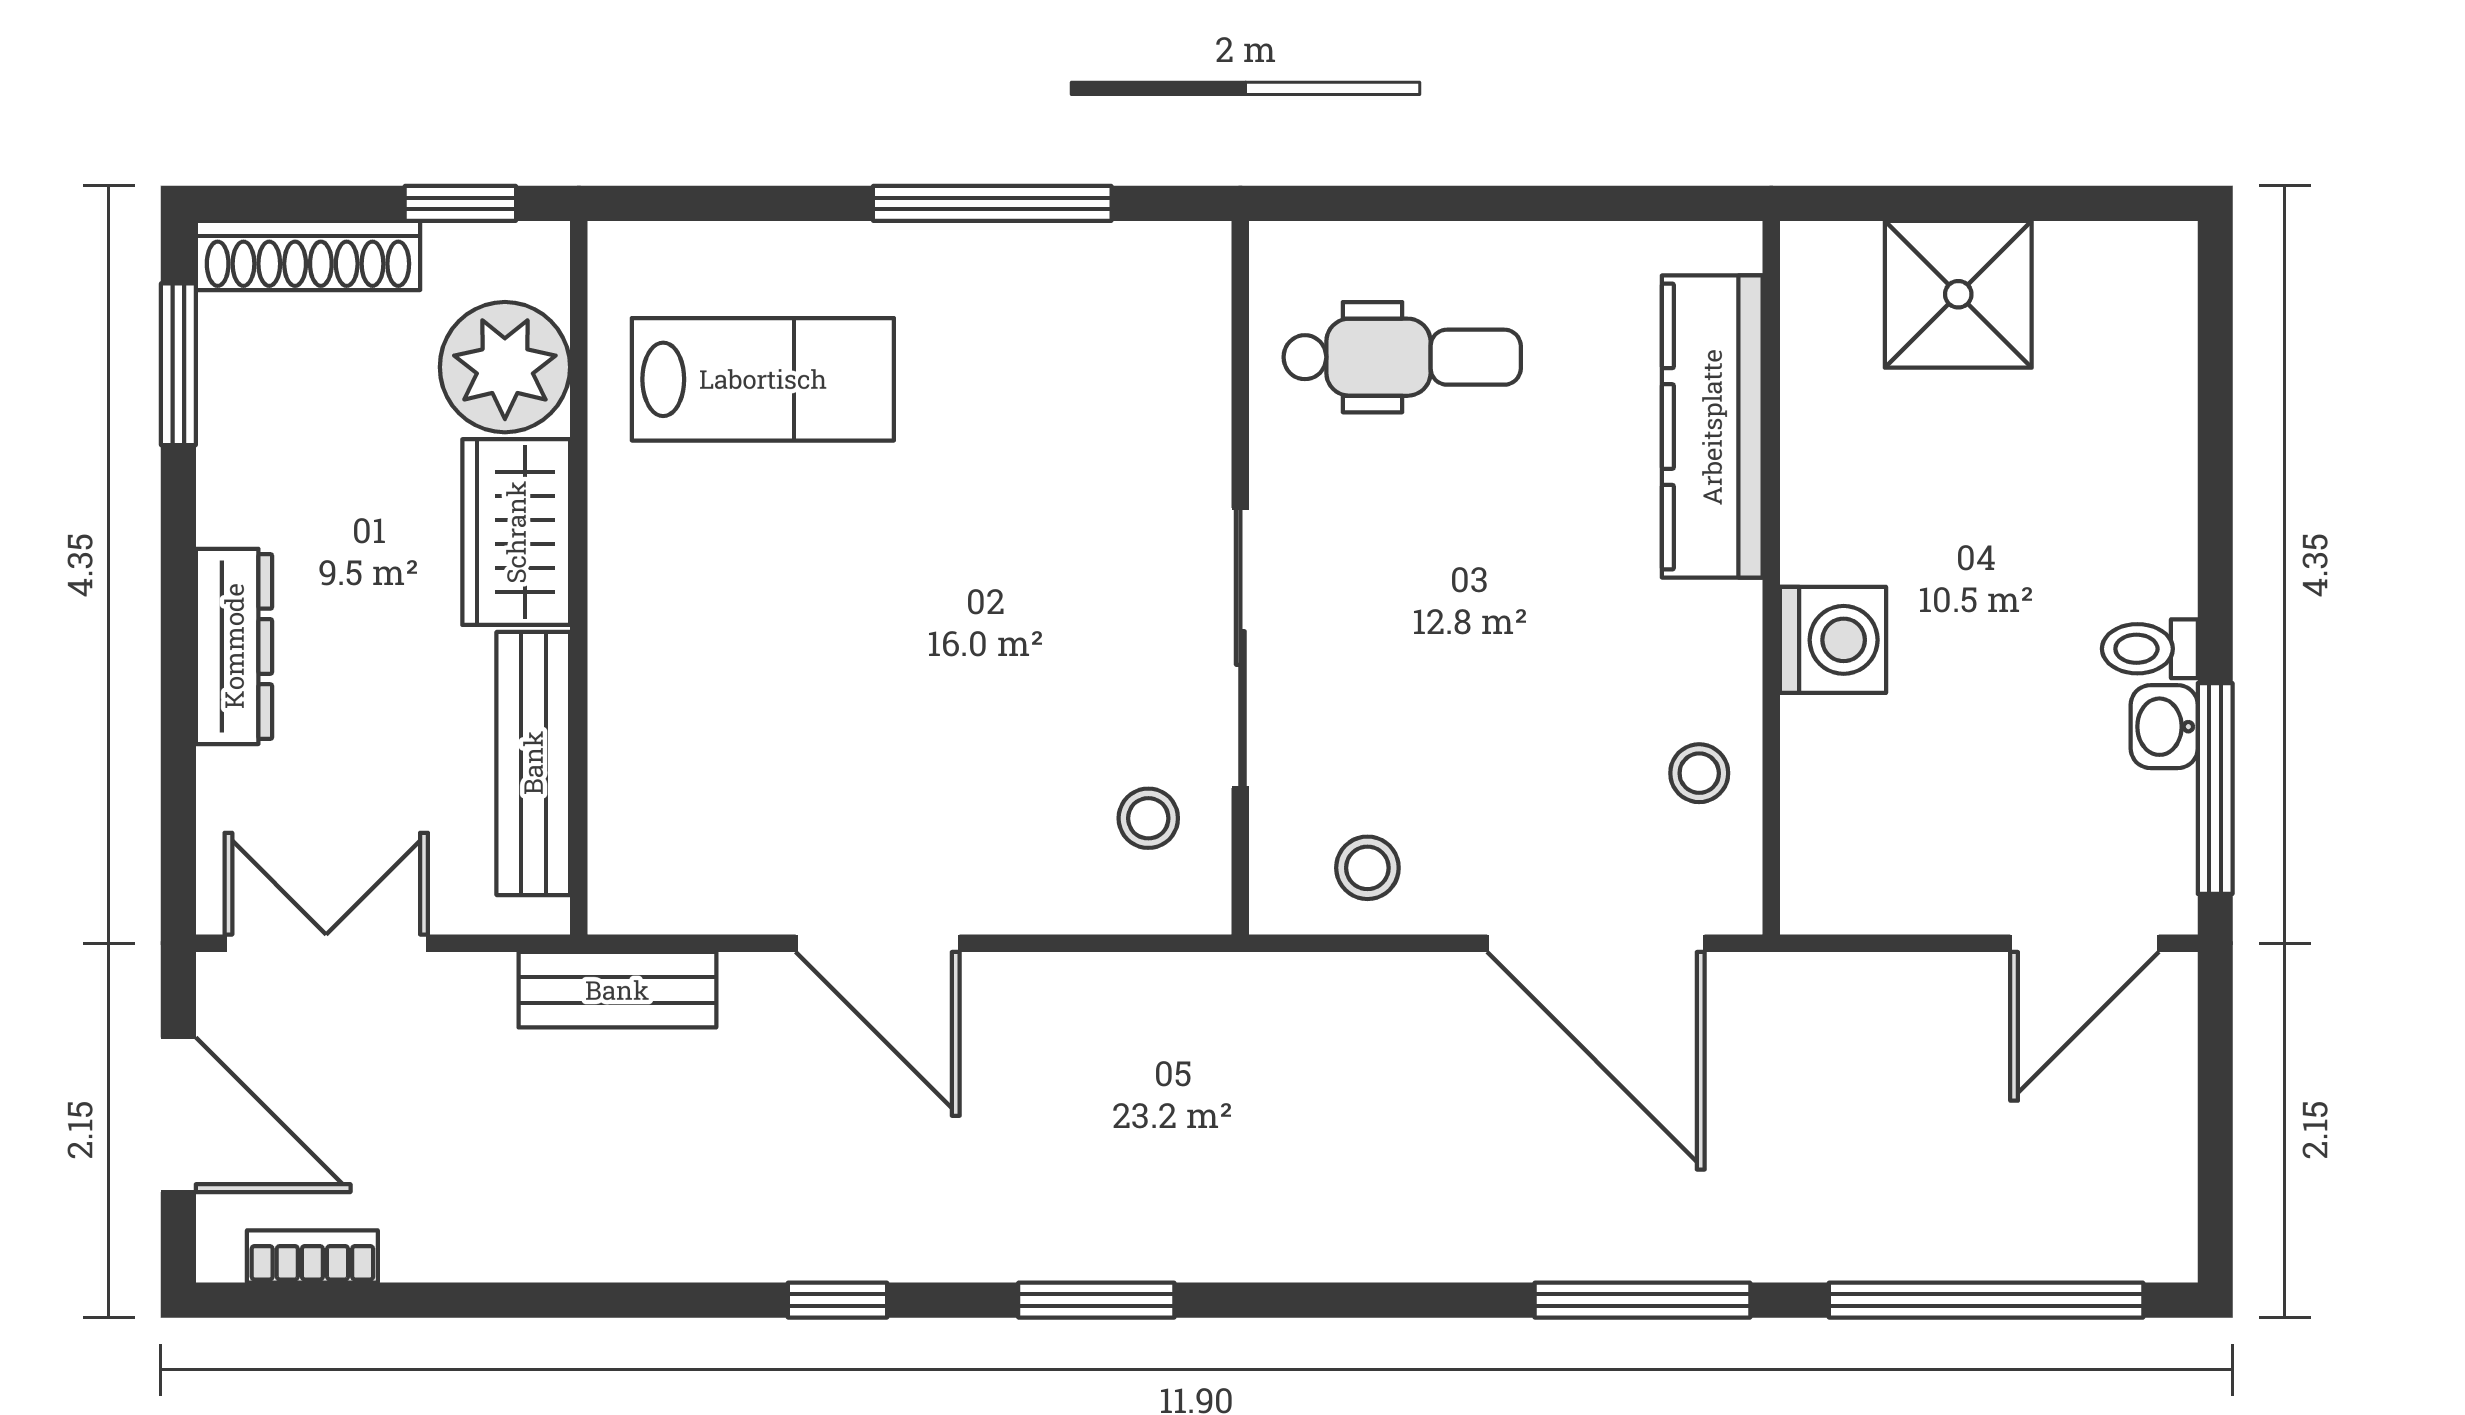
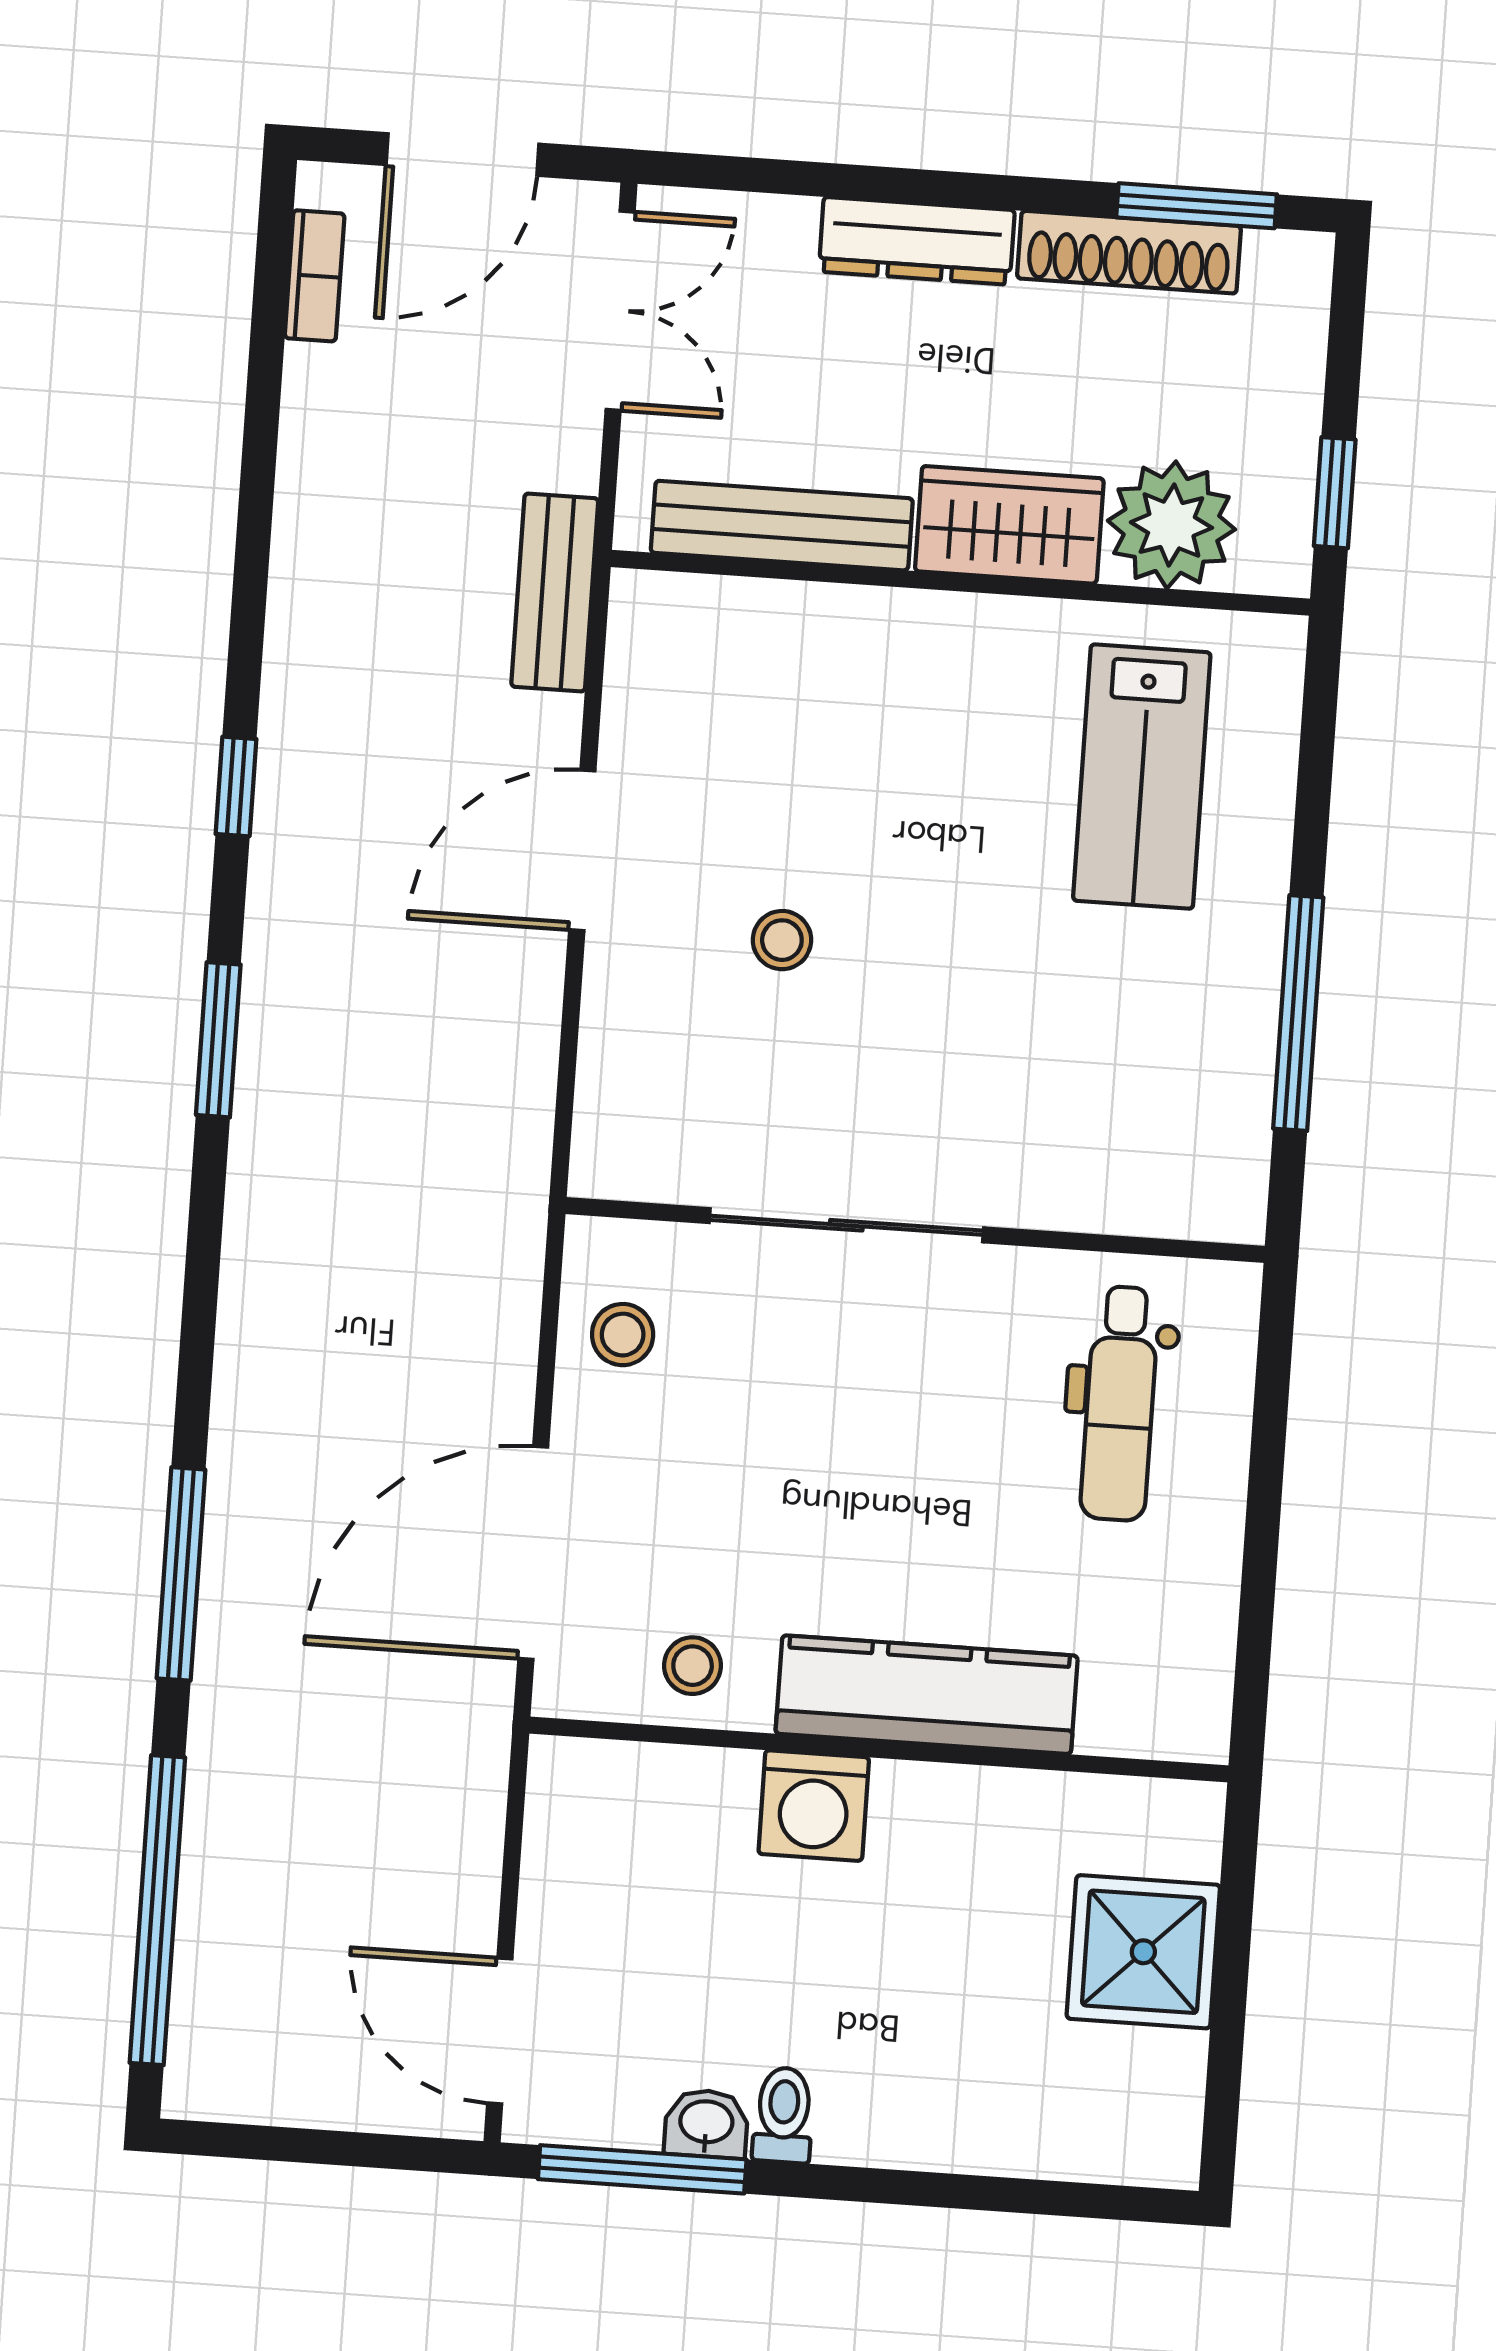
shoe rack: (308, 255) -> (1129, 252), moved, turned -90
kitchen counter: (1712, 427) -> (927, 1695), moved
stool: (1148, 818) -> (782, 940), moved

